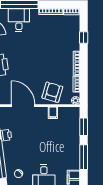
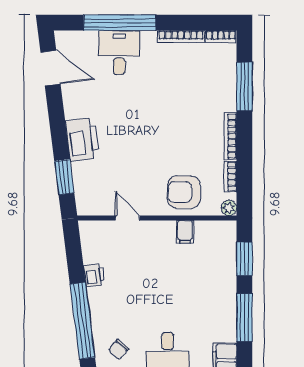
window: (84, 38) -> (244, 86), width x2.17
armchair: (52, 92) -> (184, 192), turned -106
door: (23, 106) -> (127, 218), width x0.53

